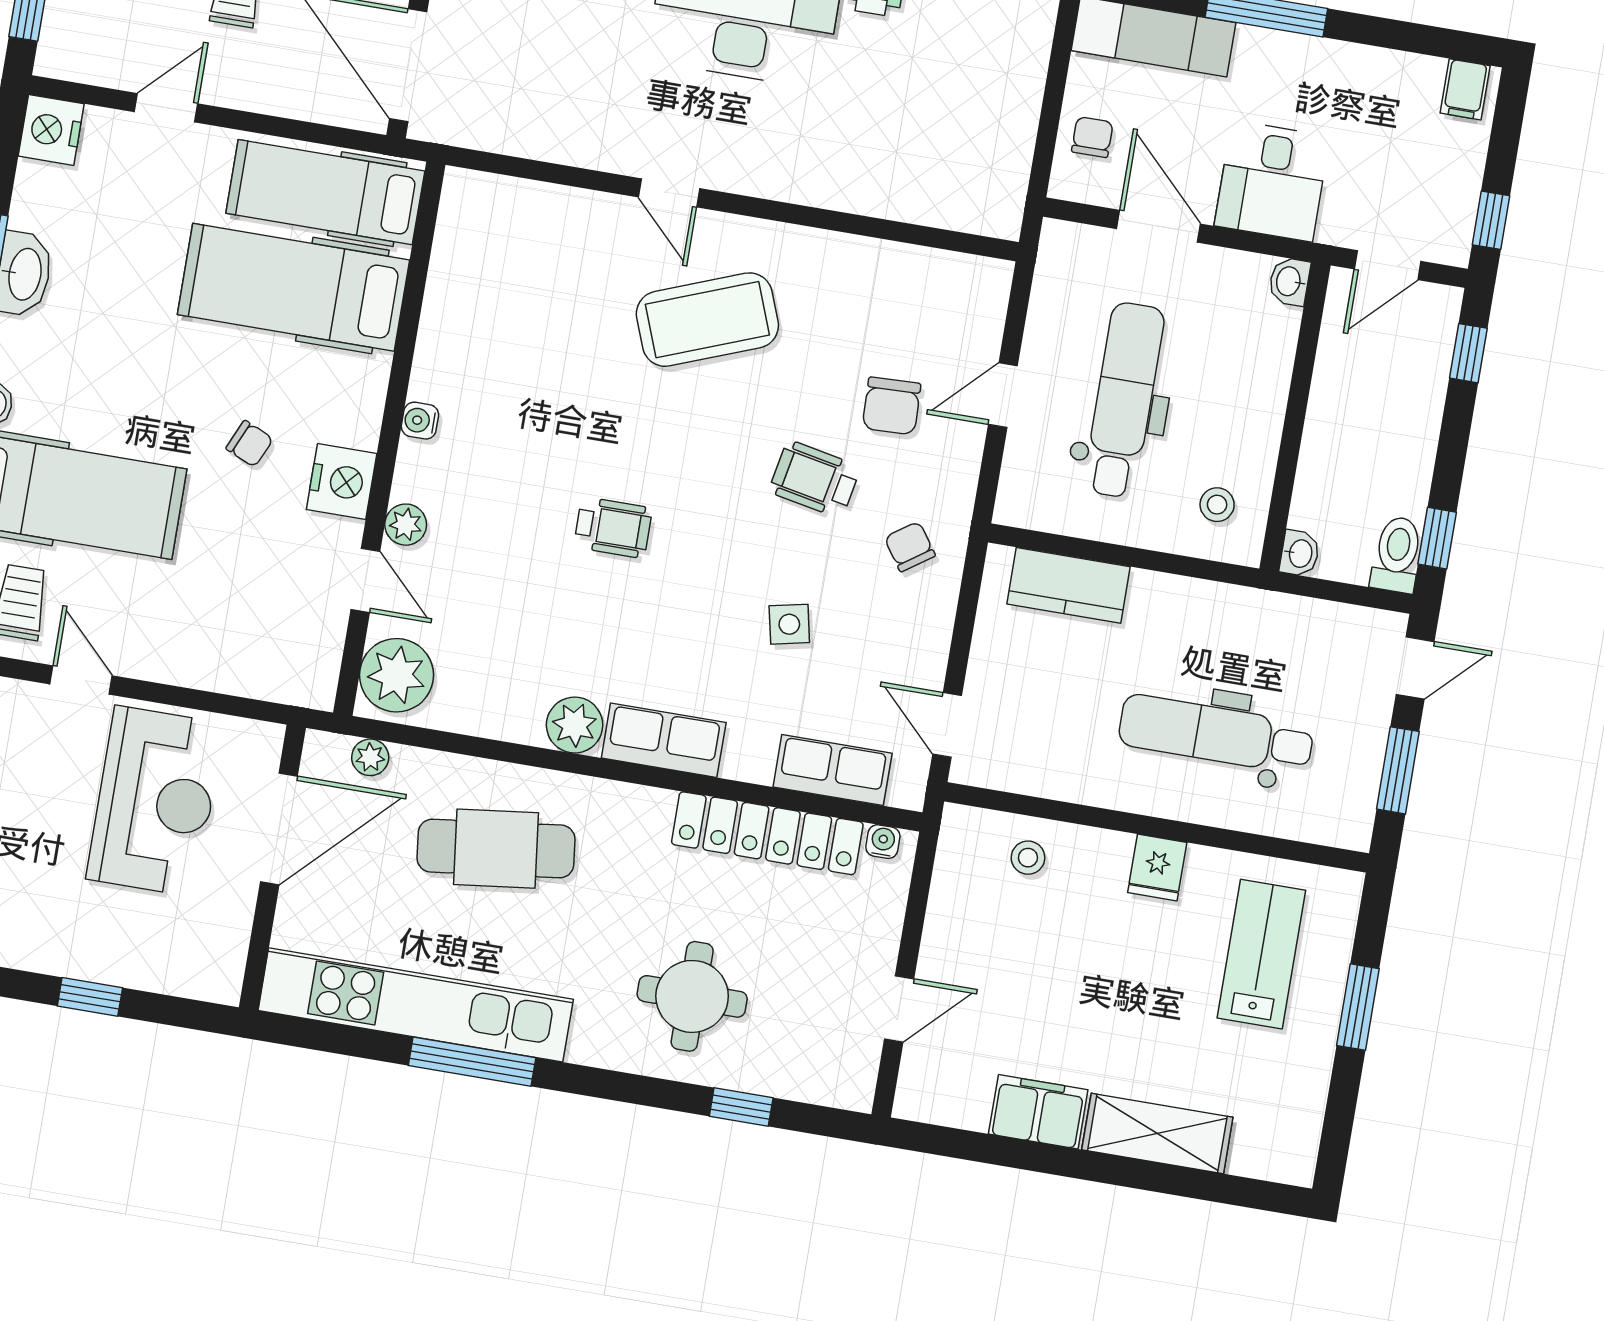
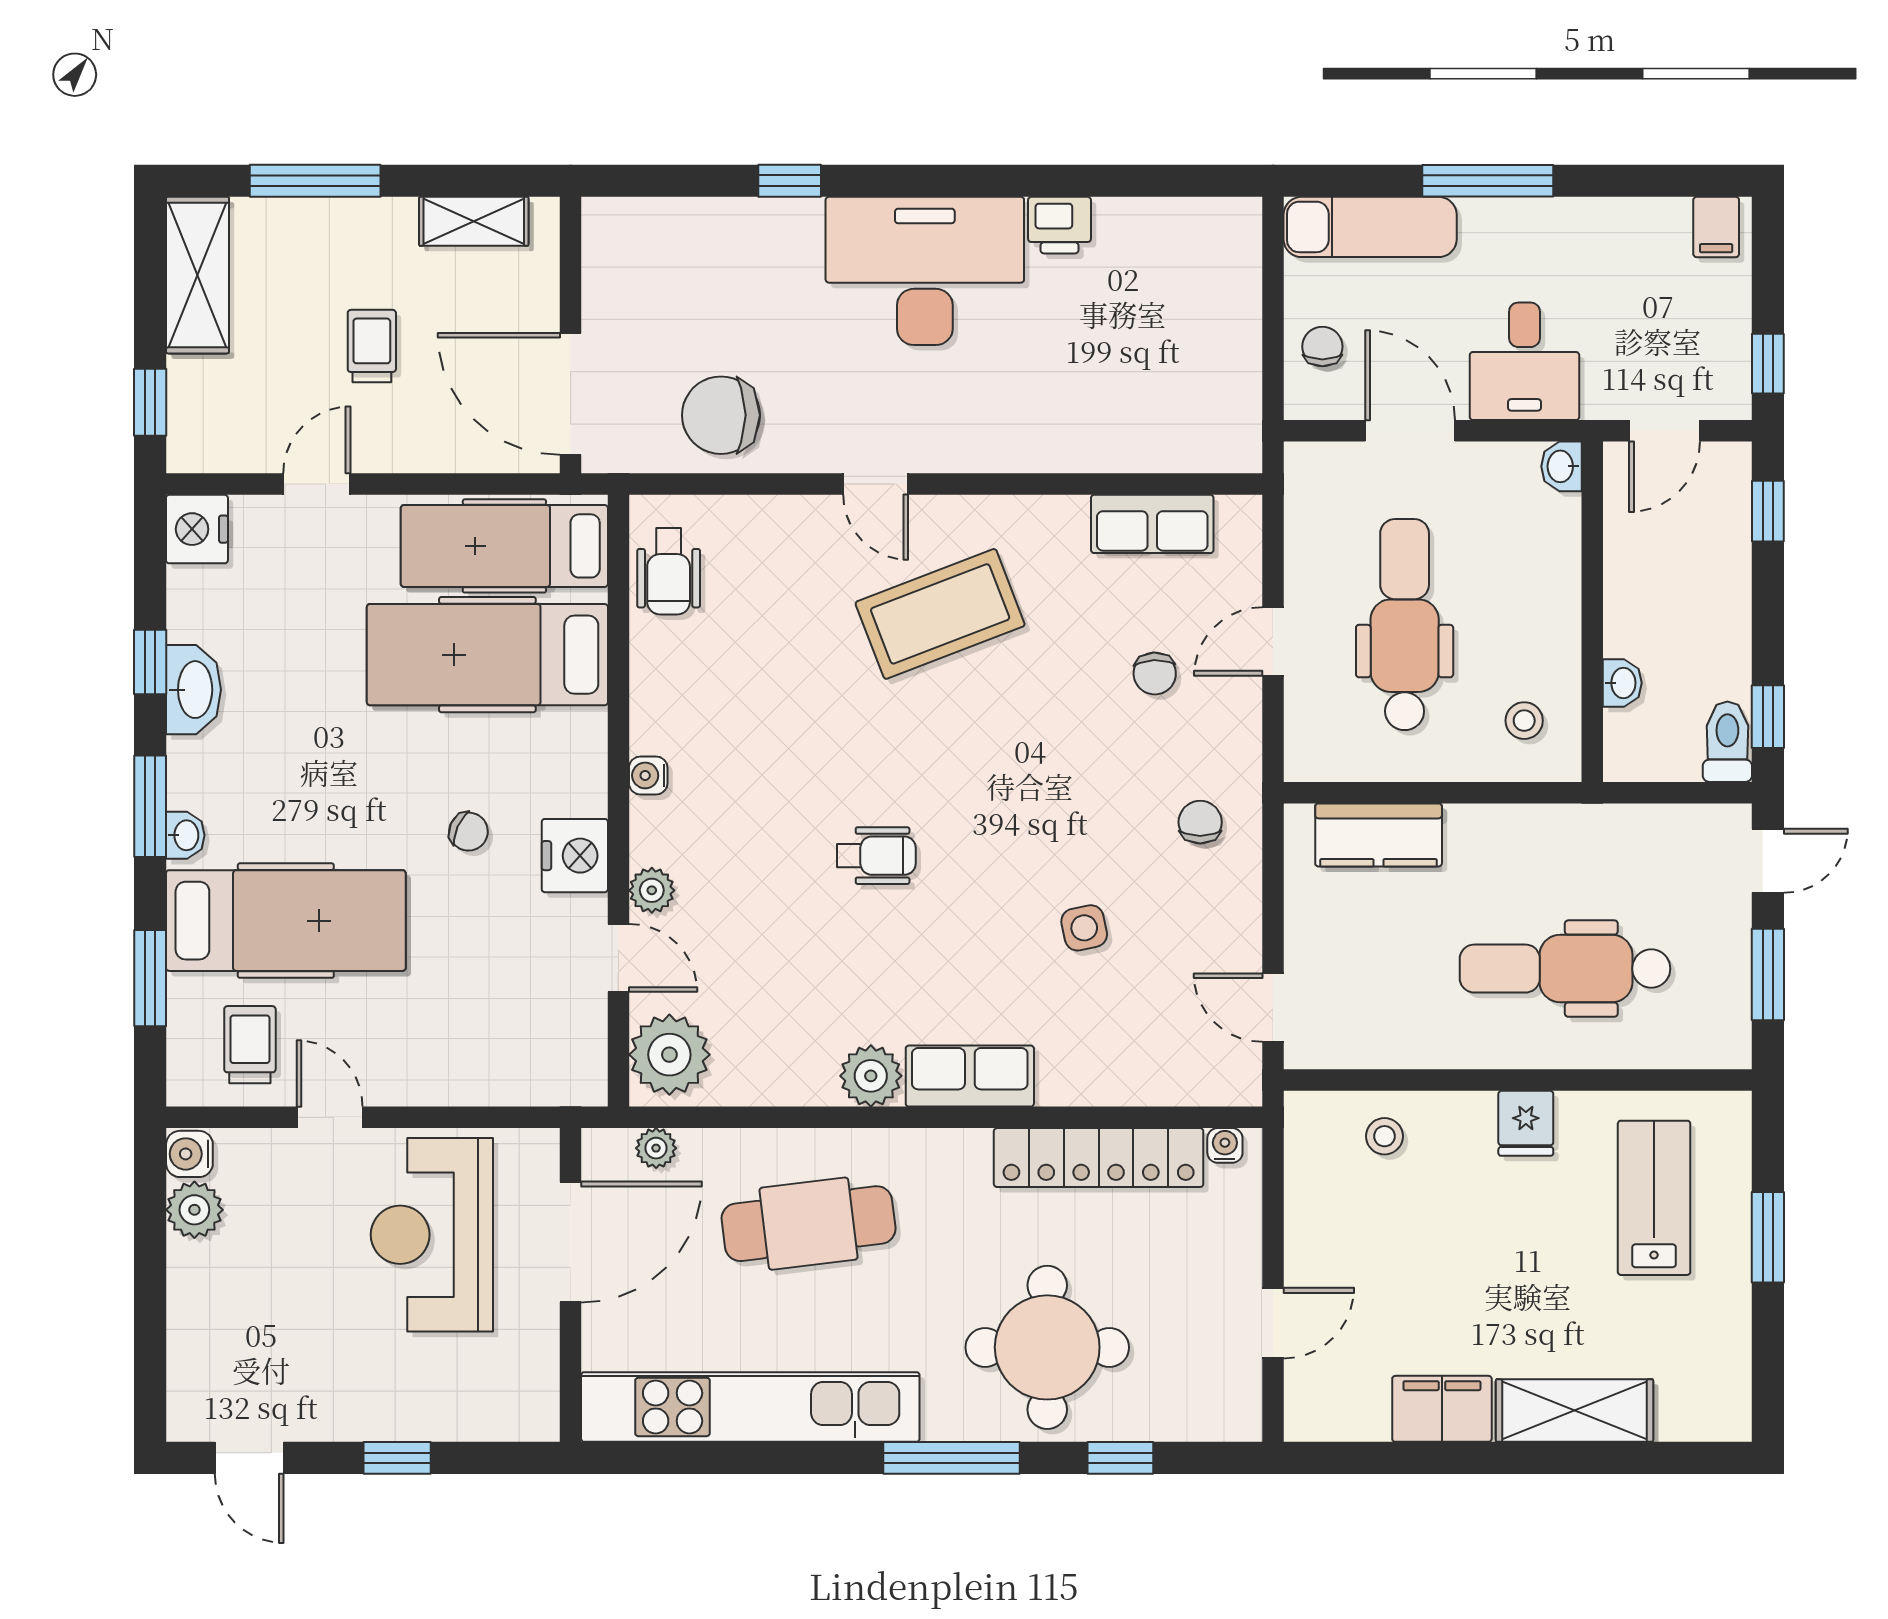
chair: (540, 107) -> (721, 415), added
chair: (892, 406) -> (1155, 673), width x0.73, depth x0.73
wheelchair: (815, 479) -> (669, 571), moved, turned -101
chair: (910, 547) -> (1200, 822), turned 35
washbasin: (1300, 553) -> (1622, 683), moved
row of seats: (833, 770) -> (1152, 524), moved, turned 180
reception desk: (155, 801) -> (432, 1235), turned 180
round table: (692, 996) -> (1047, 1347), width x1.36, depth x1.36
window: (472, 1062) -> (952, 1458), moved

